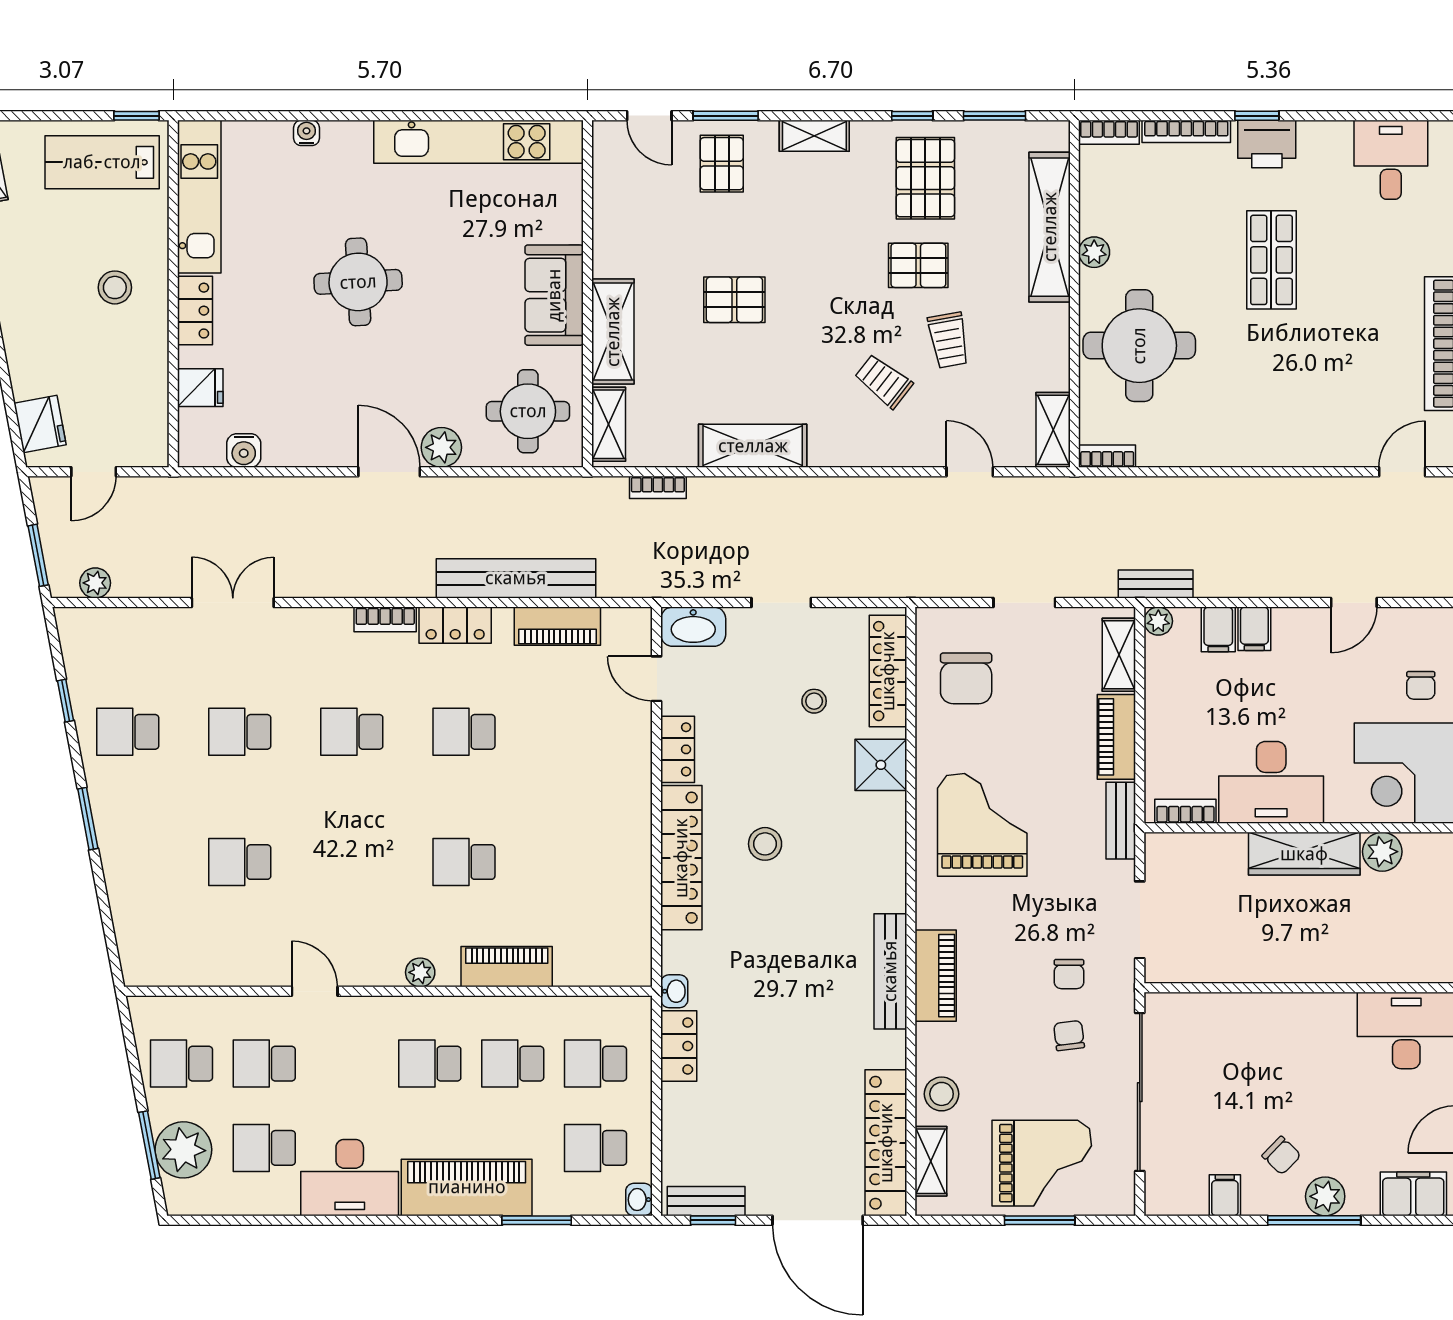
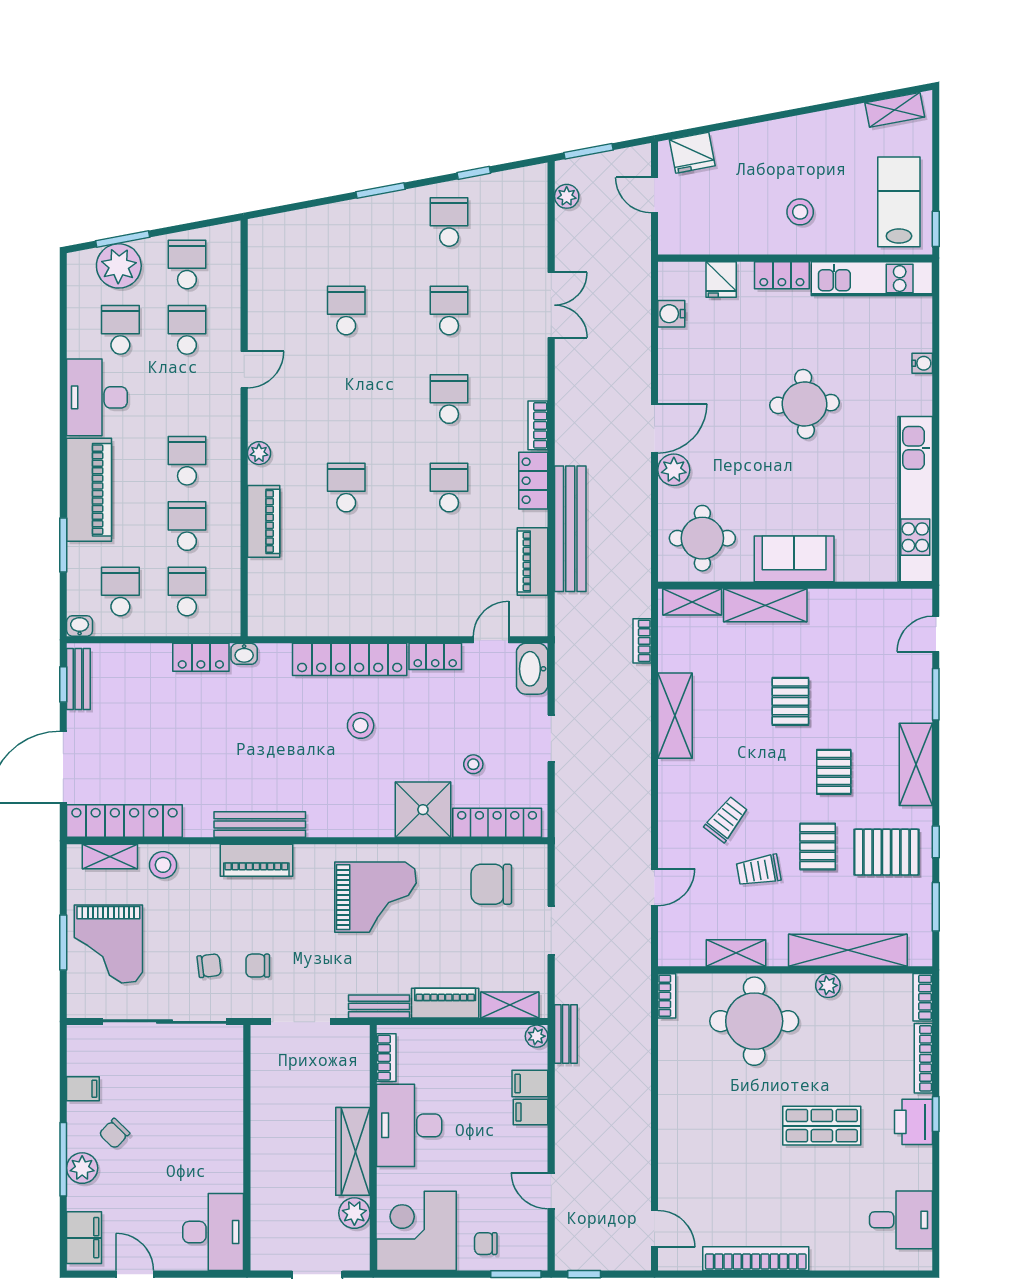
shelving: (814, 136) -> (916, 764), width x1.50, depth x1.33
pallet: (722, 164) -> (834, 772), moved, turned 90
shelving: (1053, 430) -> (736, 953), moved
shower: (881, 765) -> (423, 810), width x1.36, depth x1.36

